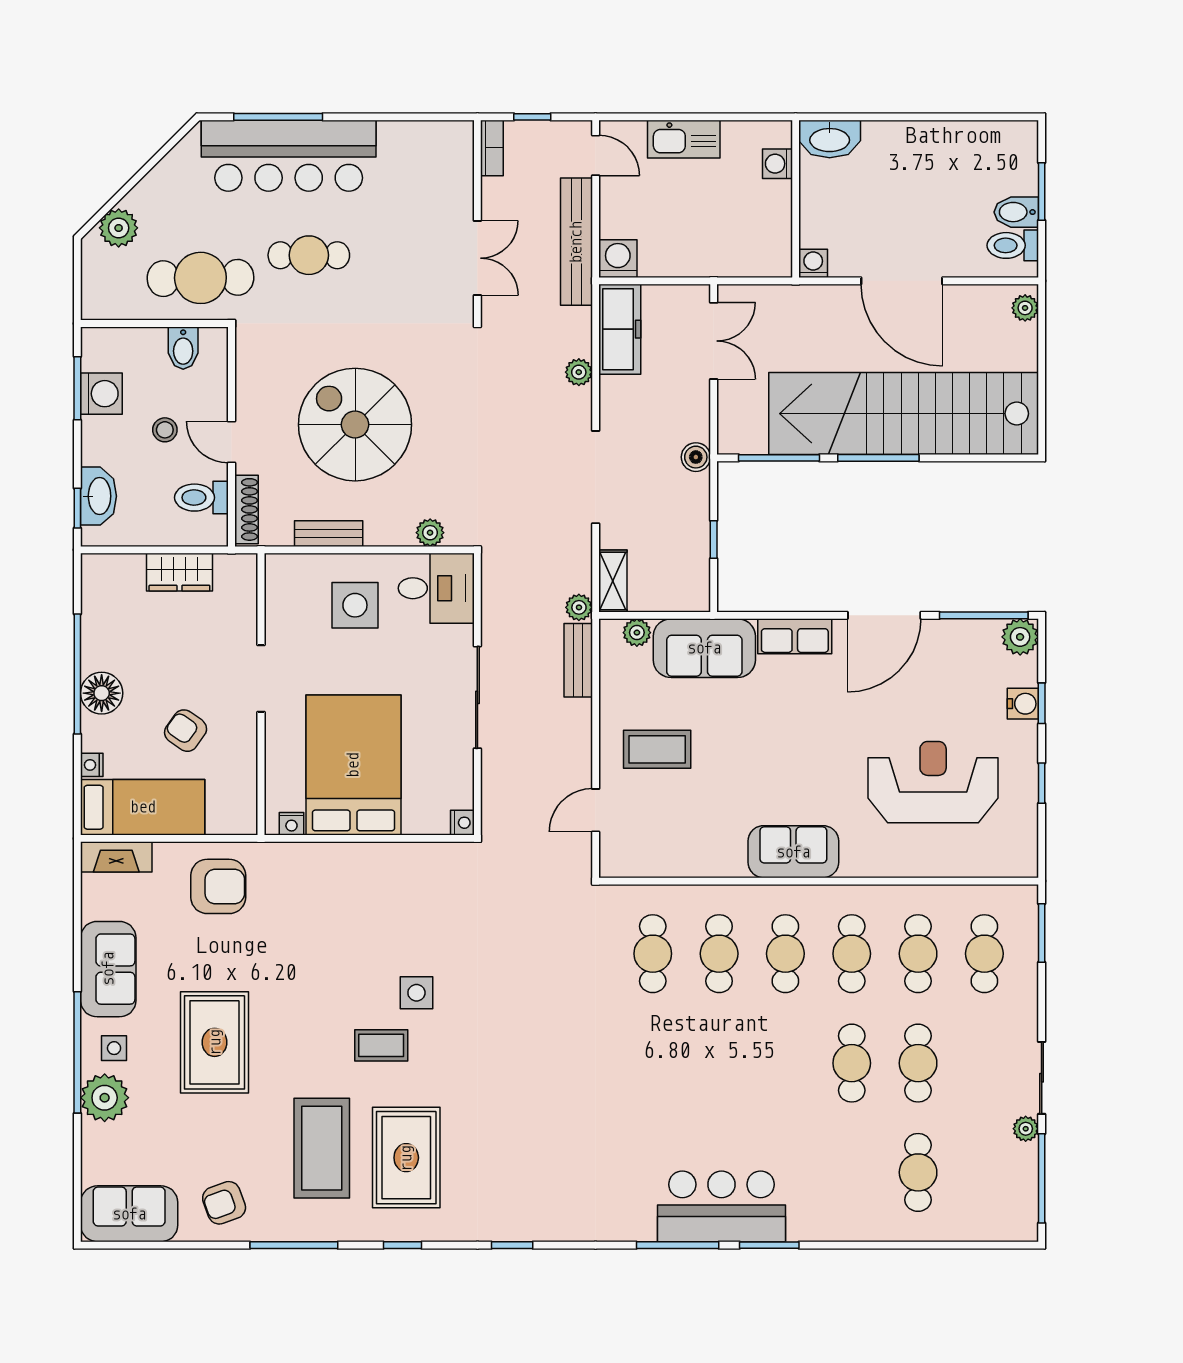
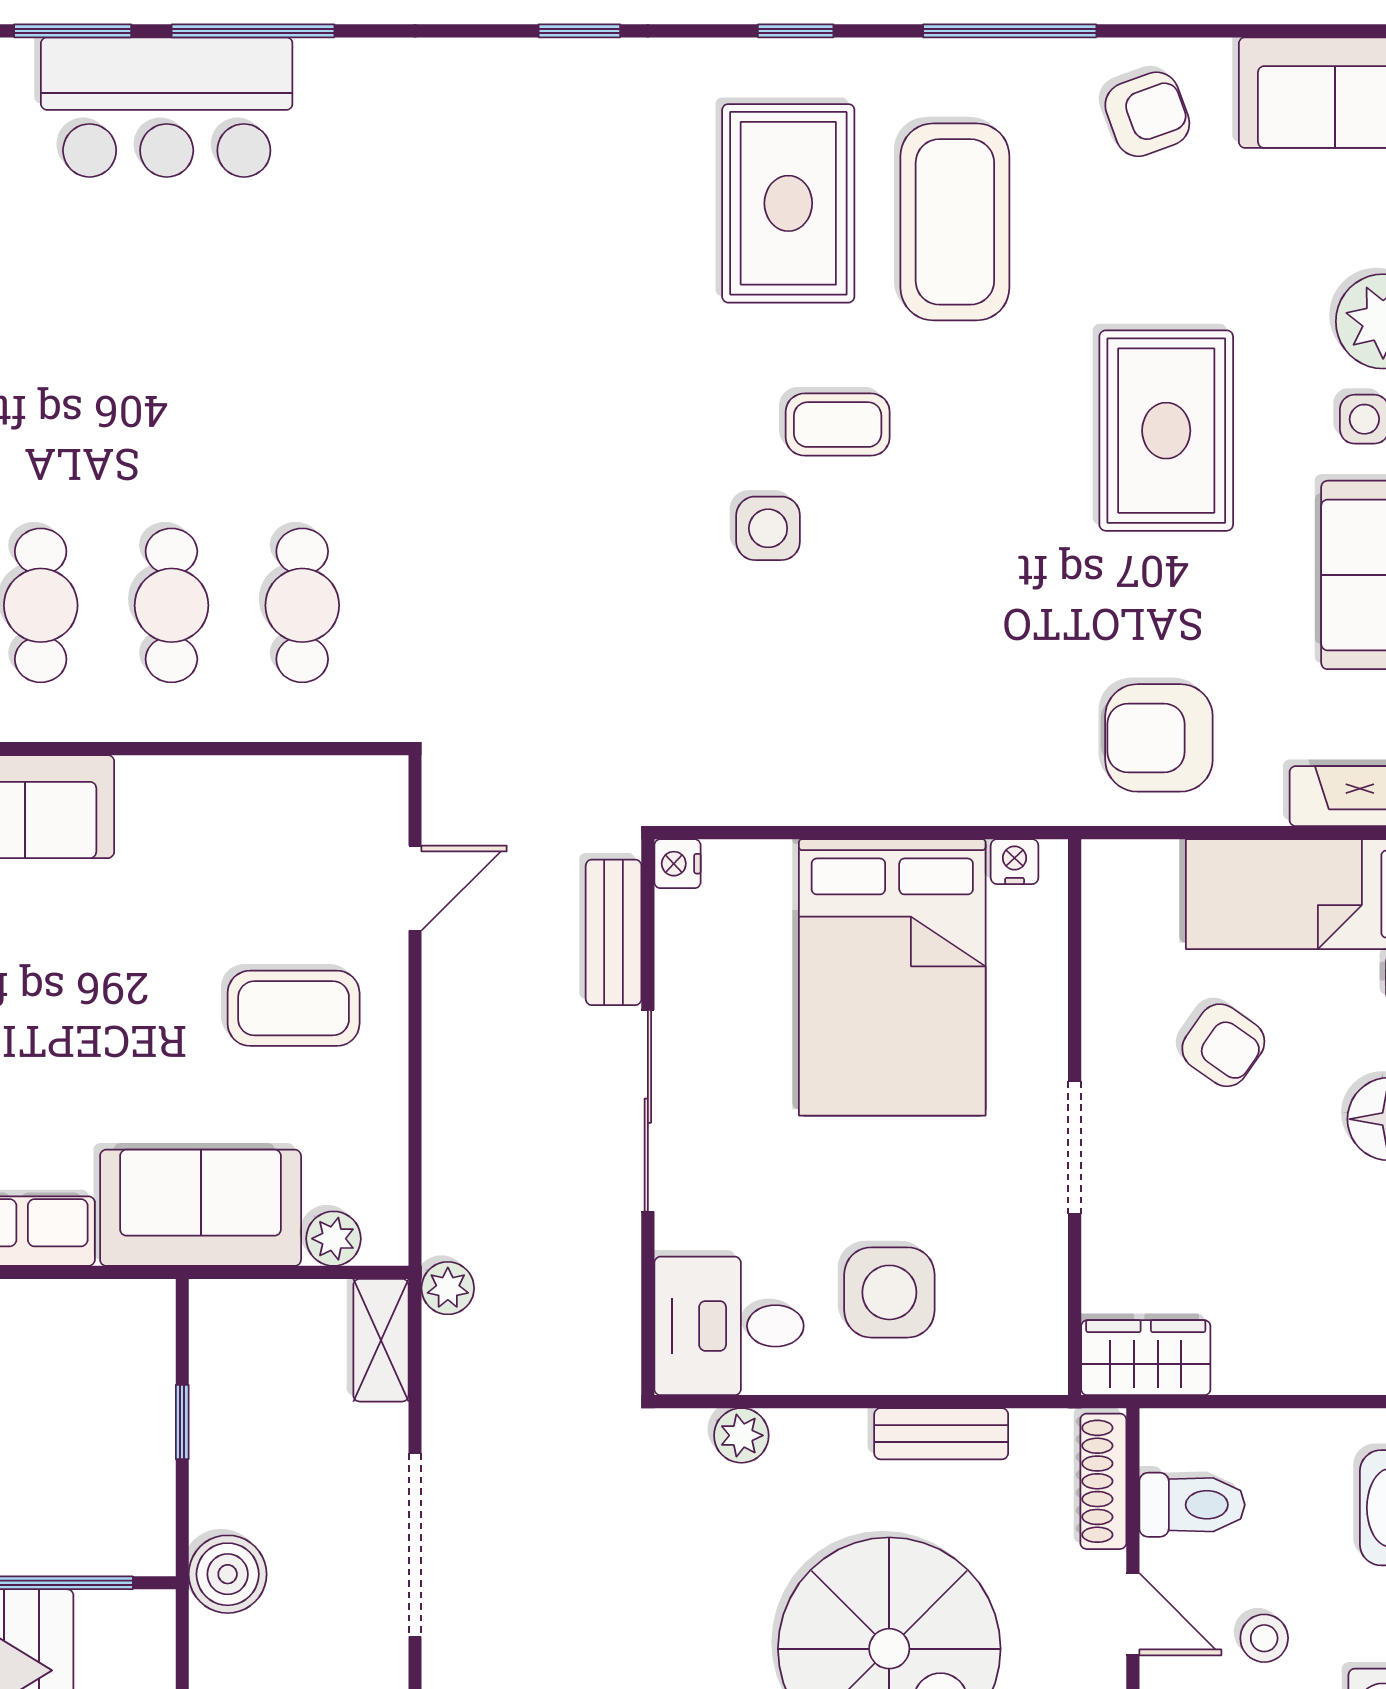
boiler: (696, 457) -> (228, 1574), width x1.36, depth x1.36
wardrobe: (179, 572) -> (1146, 1358), moved
bench: (578, 660) -> (614, 932), moved

